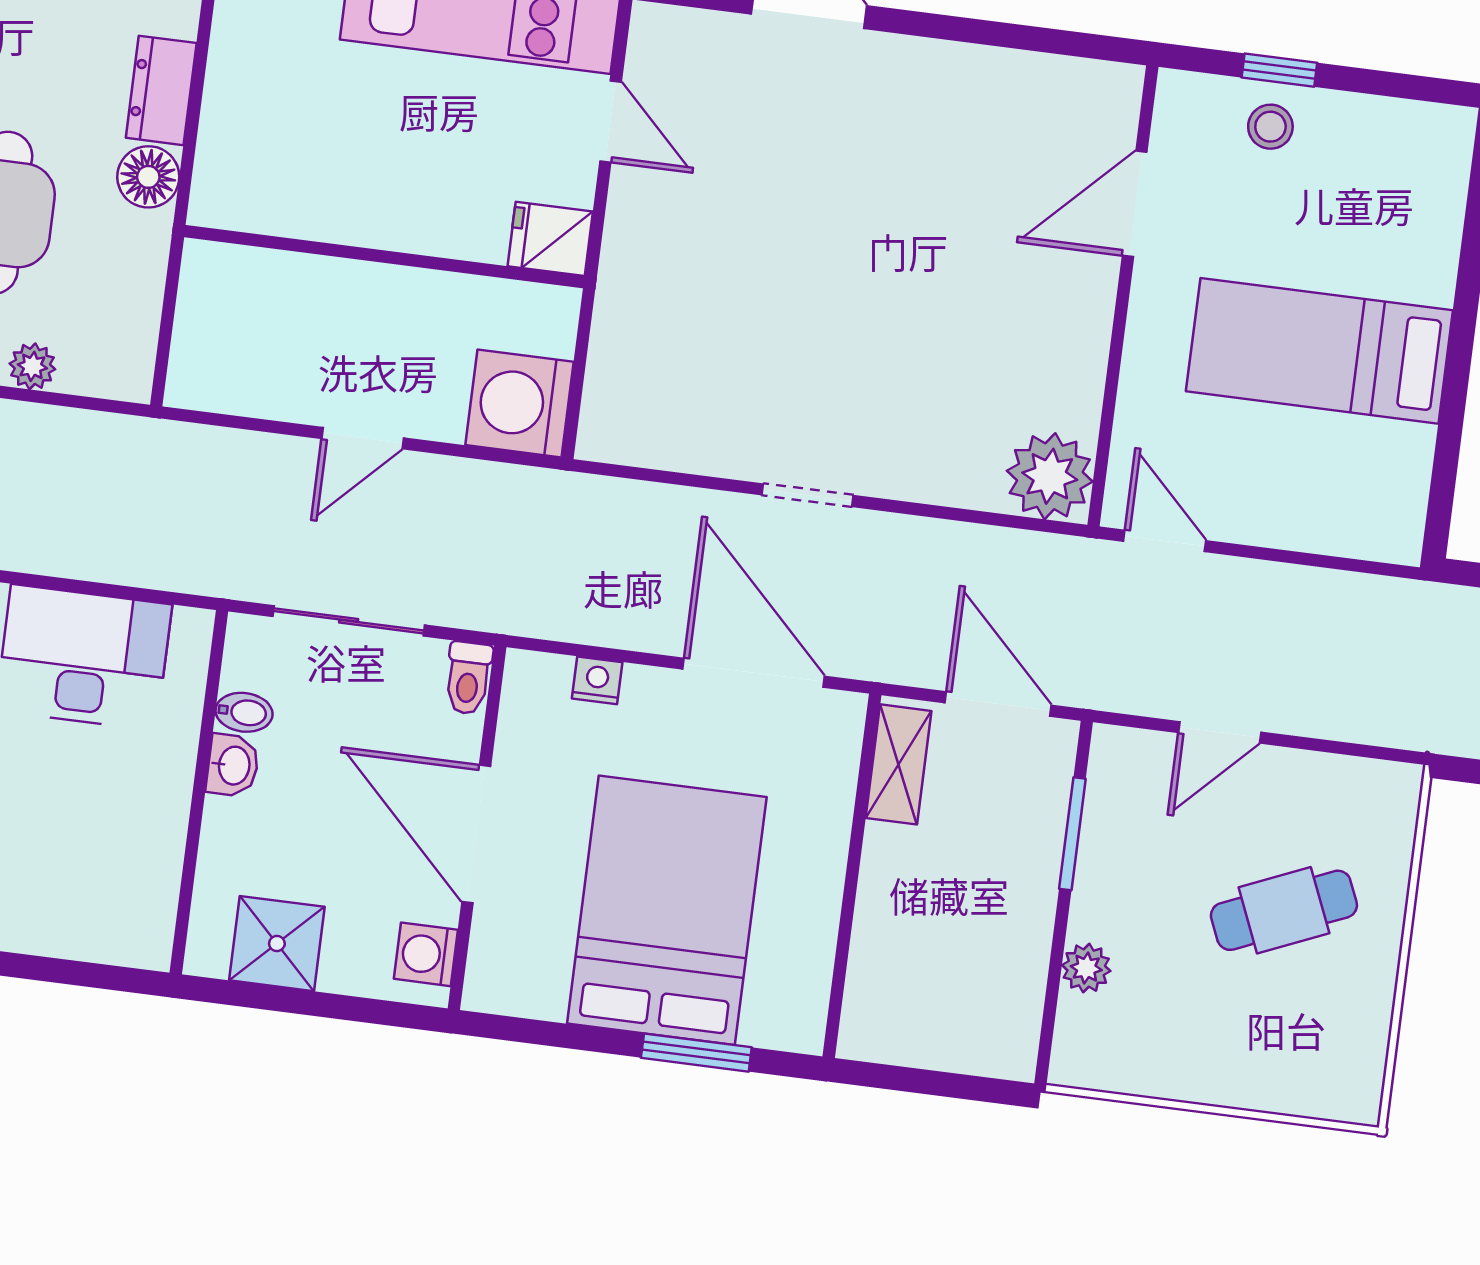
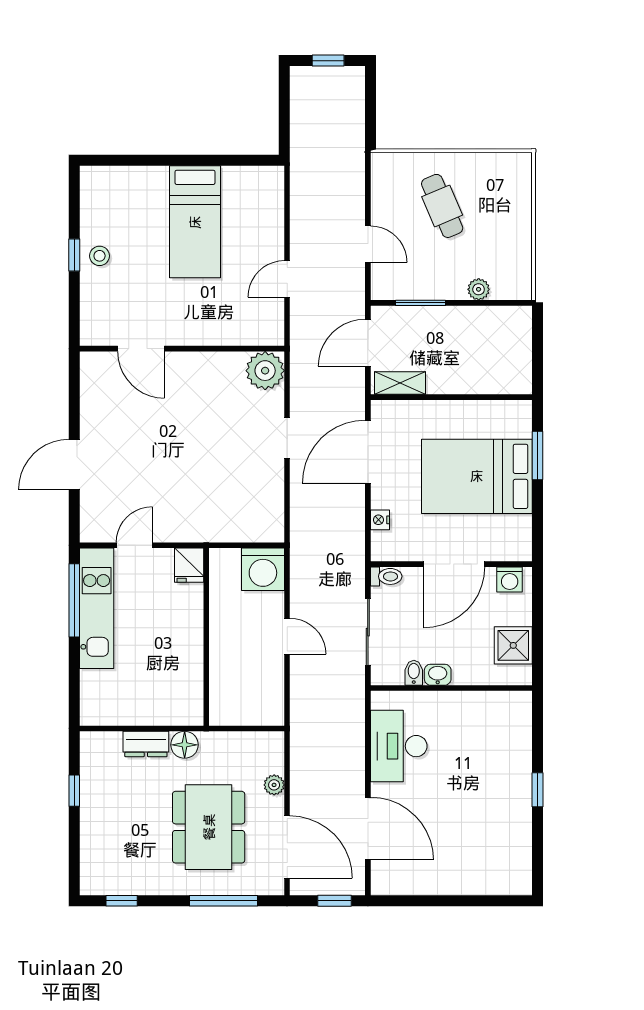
door: (1135, 204) -> (141, 349), moved
wall: (1123, 296) -> (182, 349), moved
plant: (1050, 476) -> (265, 371), moved

